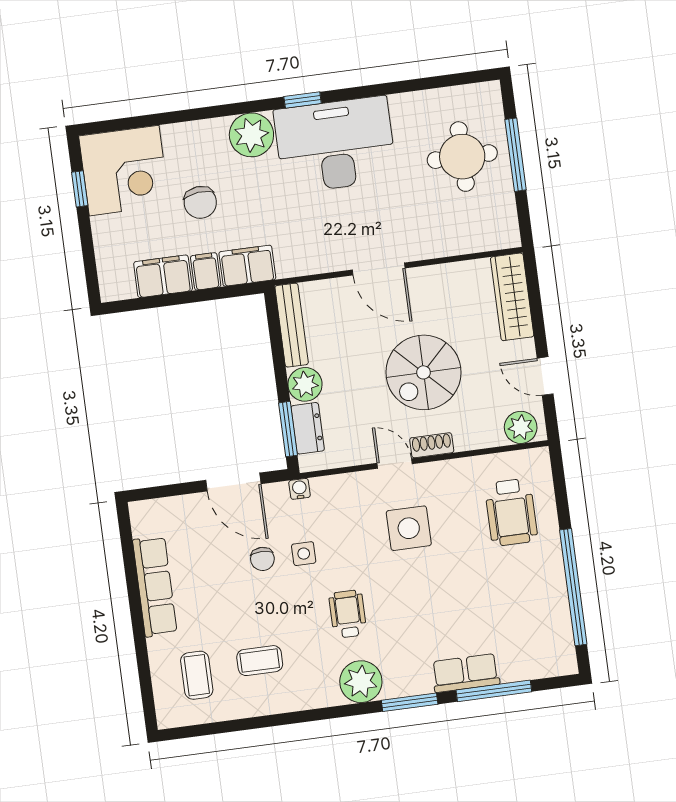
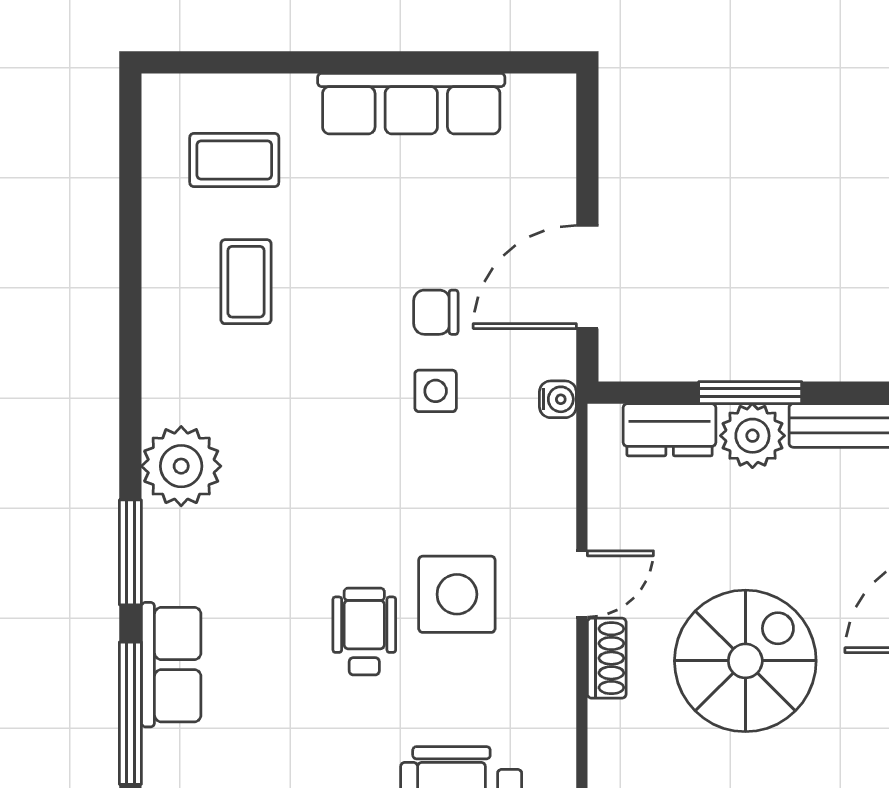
spiral stairs: (423, 372) -> (745, 661), turned 90
window: (288, 429) -> (750, 393), moved
wheelchair: (348, 614) -> (364, 632), moved, turned -90

